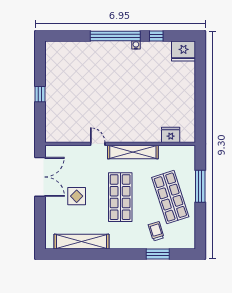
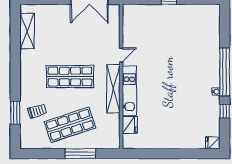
fridge: (184, 51) -> (213, 143), width x0.53, depth x0.75
kitchen unit: (135, 135) -> (129, 91), added
display table: (77, 196) -> (71, 35), removed
shelving: (82, 242) -> (27, 31), width x0.68

